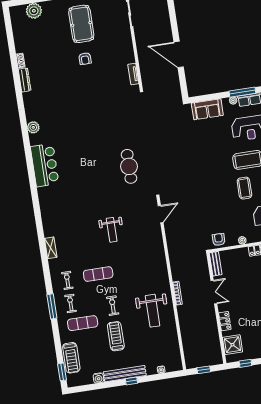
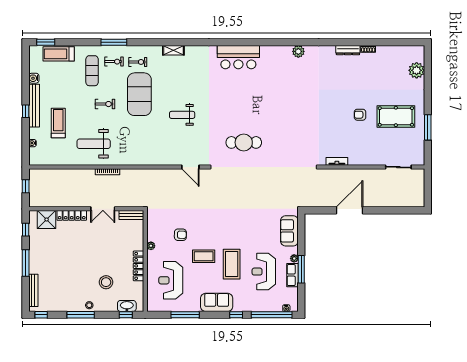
bar counter: (45, 165) -> (238, 57), moved
armchair: (219, 240) -> (180, 235), moved
exercise mat: (98, 274) -> (139, 94), width x2.00, depth x1.45
locker: (225, 321) -> (72, 215), width x1.53
treadmill: (116, 336) -> (58, 123), moved, turned -90

